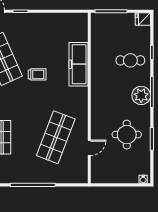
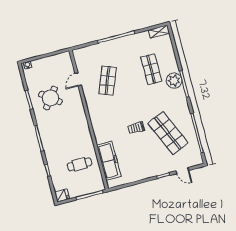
cafe table: (130, 60) -> (80, 164), moved
freezer: (78, 64) -> (109, 161), moved
plant: (141, 95) -> (47, 133), removed
round table: (127, 135) -> (50, 98), turned 37
shop shelf: (56, 137) -> (108, 81), width x0.70, depth x0.74

